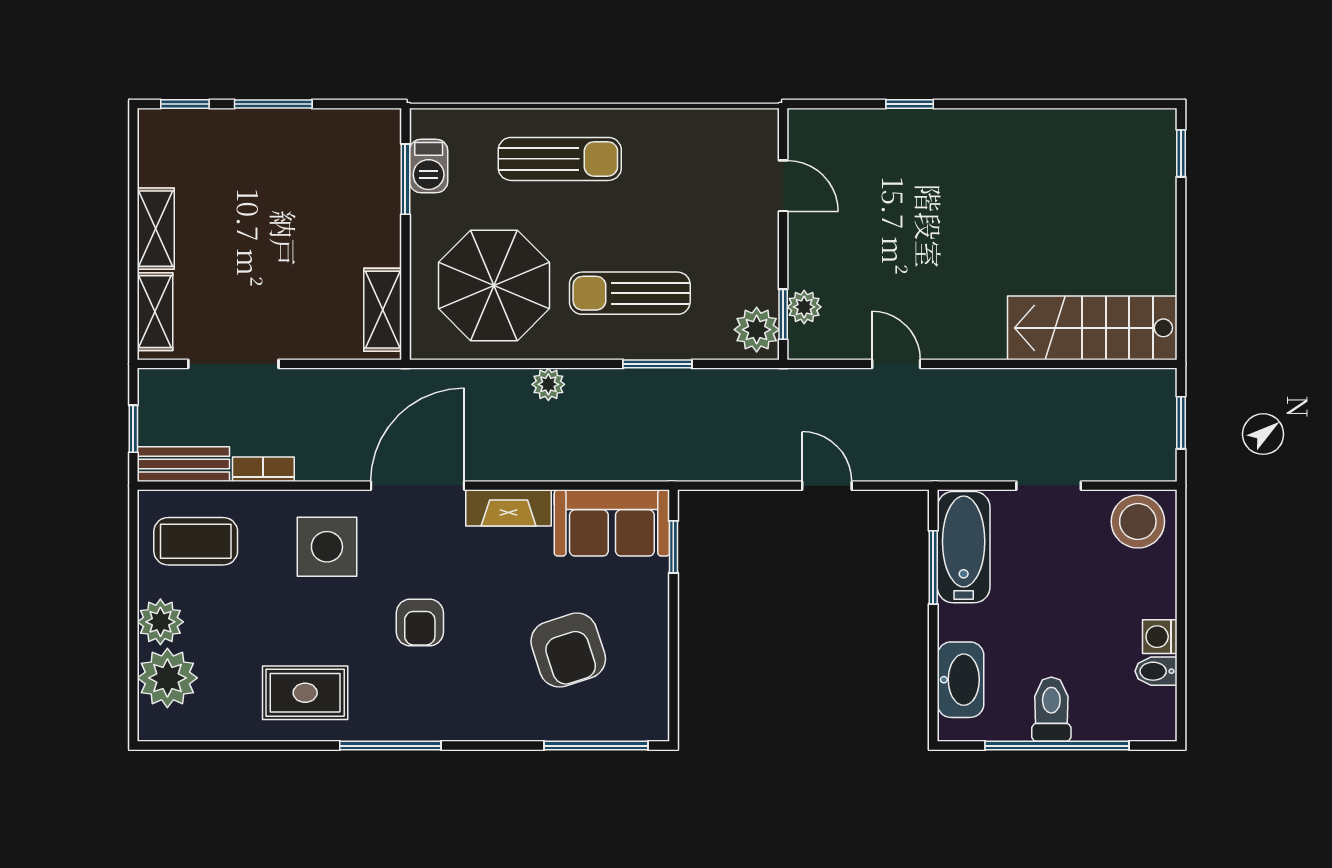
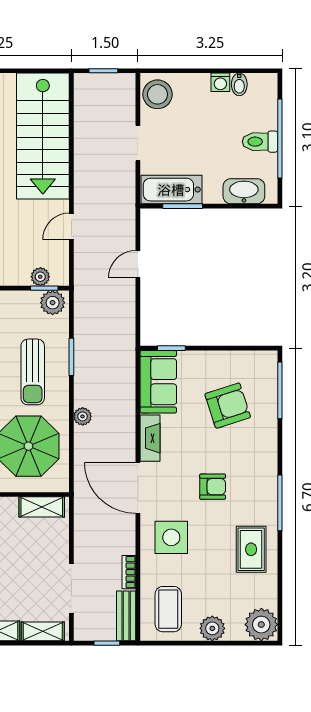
stairs: (1092, 328) -> (43, 136), width x1.36, depth x1.51
plant: (167, 678) -> (261, 625), moved

